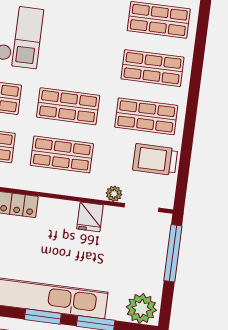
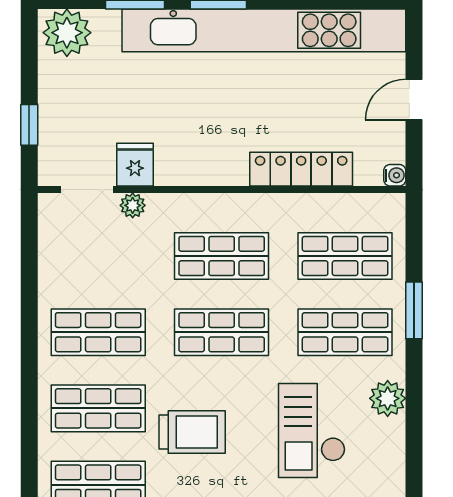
trolley: (155, 159) -> (192, 432), moved
fridge: (90, 217) -> (135, 165), moved
window: (173, 253) -> (29, 125), width x0.46

